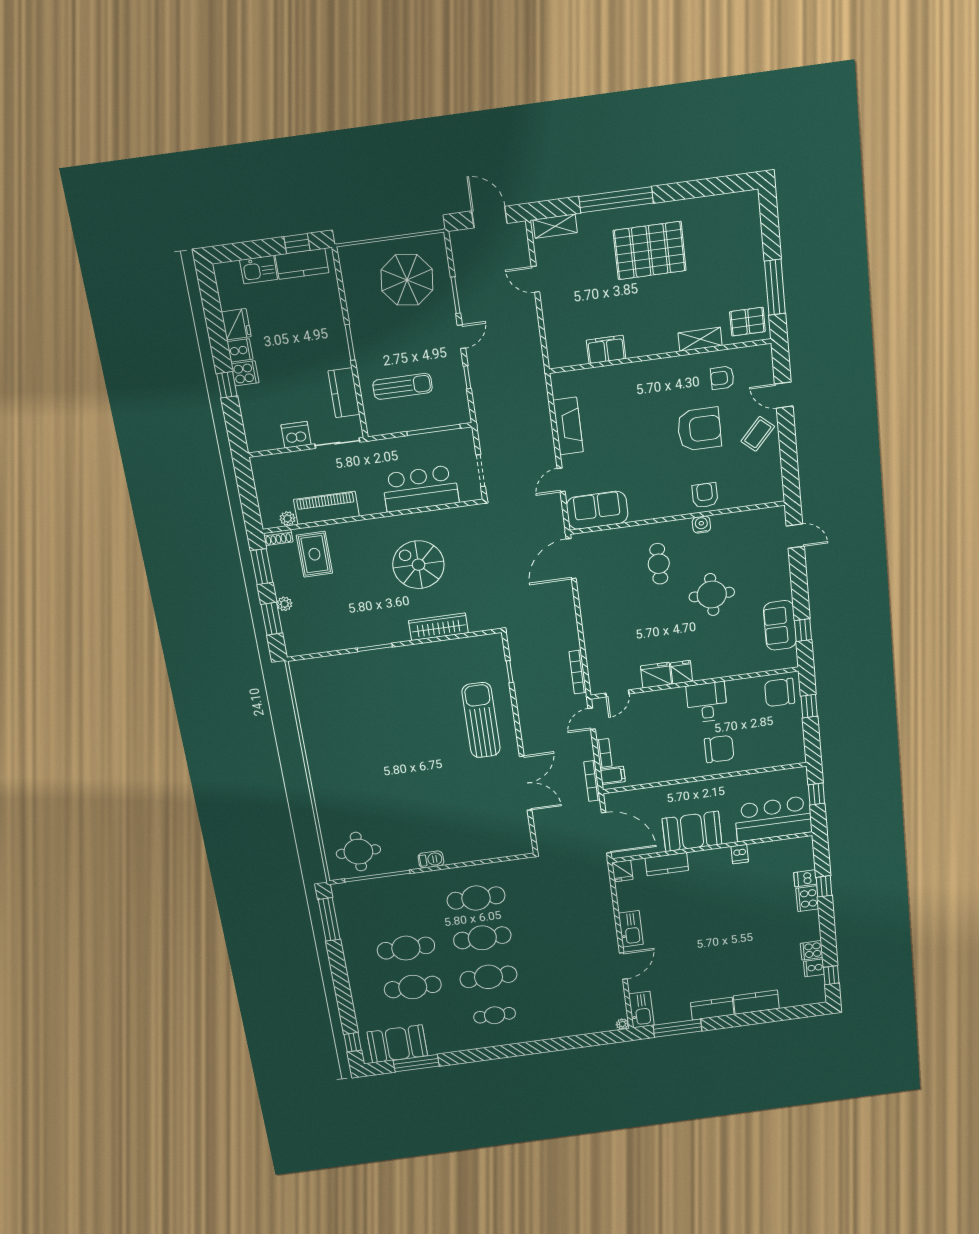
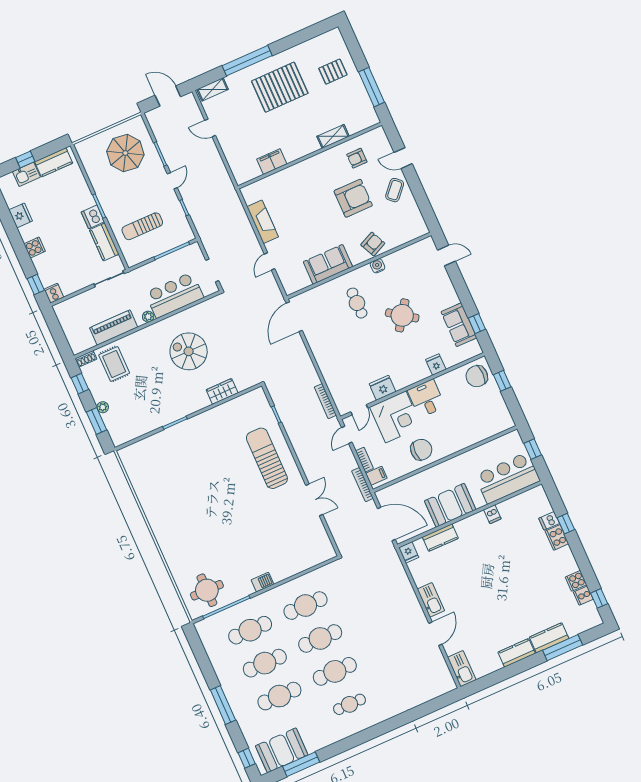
window: (297, 244) -> (25, 159), moved
pallet: (747, 322) -> (333, 72), moved
cooker: (240, 350) -> (54, 293), moved, turned -90
window: (227, 385) -> (36, 284), moved
sun lounger: (403, 386) -> (142, 226), turned 180
dishwasher: (296, 435) -> (93, 217), moved, turned -90
armchair: (705, 495) -> (373, 244), turned 65
sofa: (597, 510) -> (328, 264), moved
plant: (288, 519) -> (148, 317), moved
window: (262, 567) -> (80, 384), width x0.67
round table: (712, 595) -> (402, 315), turned 35
wardrobe: (438, 627) -> (222, 391), width x0.67
fridge: (682, 672) -> (436, 365), moved
corner desk: (661, 714) -> (396, 417), added
chair: (719, 749) -> (421, 450), moved
double door: (526, 783) -> (314, 500), width x0.73
cafe table: (399, 908) -> (250, 630), added
window: (329, 919) -> (223, 705), moved
plant: (622, 1024) -> (451, 686), removed
window: (678, 1028) -> (563, 648), moved

